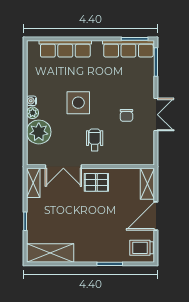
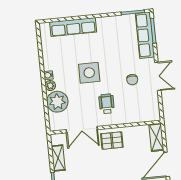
row of seats: (128, 49) -> (145, 35), moved, turned 90
shelving: (33, 183) -> (58, 158), moved

